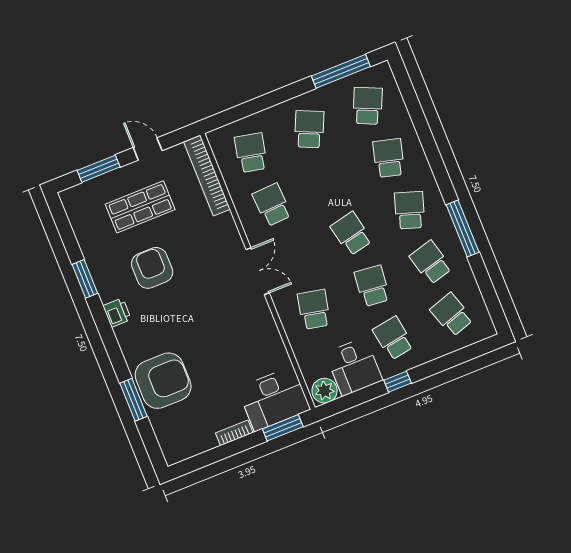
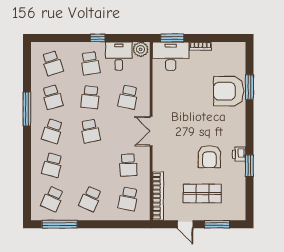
printer: (117, 313) -> (239, 154), moved

